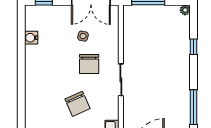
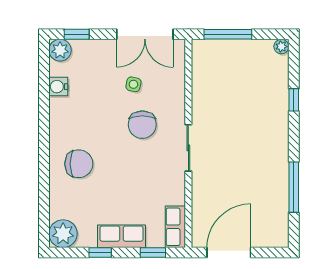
plant: (32, 13) -> (60, 50), added
chair: (78, 104) -> (79, 164), moved, turned -66

